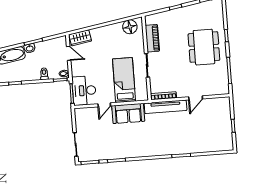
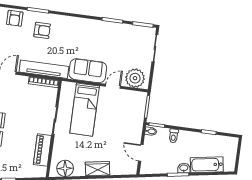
wardrobe: (80, 38) -> (97, 169), moved
desk: (84, 91) -> (132, 107), removed
plant: (87, 116) -> (135, 78), added
armchair: (174, 139) -> (42, 30), added
armchair: (199, 145) -> (15, 18), added

